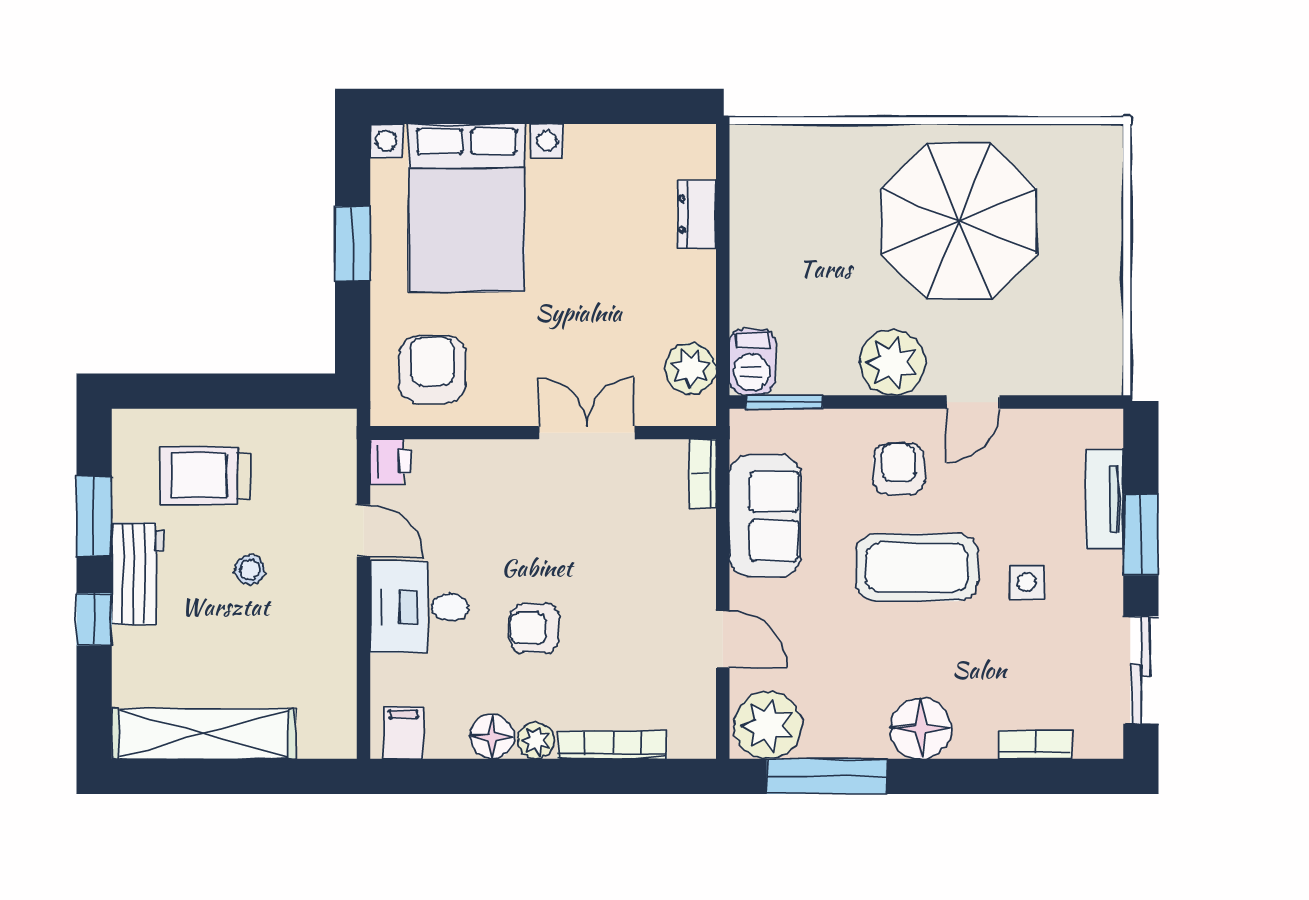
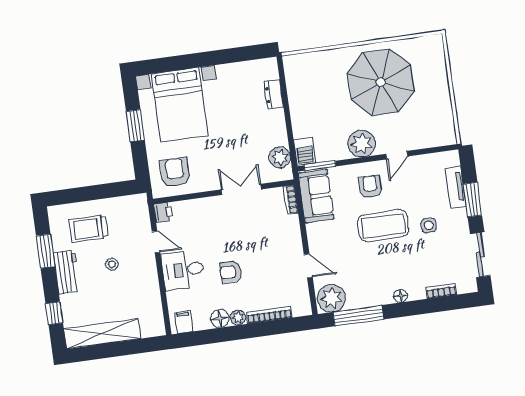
sofa: (765, 516) -> (316, 196), moved
window: (94, 619) -> (54, 313), moved
floor lamp: (921, 728) -> (400, 296), width x0.53, depth x0.53

